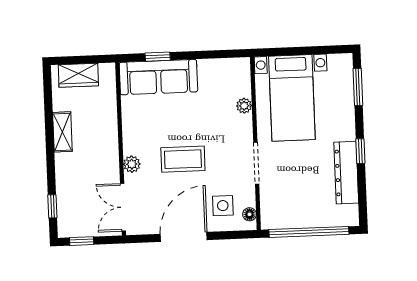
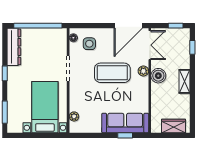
plant: (244, 106) -> (74, 116), moved
shelving: (62, 132) -> (185, 81), moved
boiler: (107, 157) -> (158, 76), added
coffee table: (183, 159) -> (112, 73), width x1.36, depth x1.32
dresser: (346, 173) -> (14, 47), moved
door: (184, 237) -> (128, 26), moved

